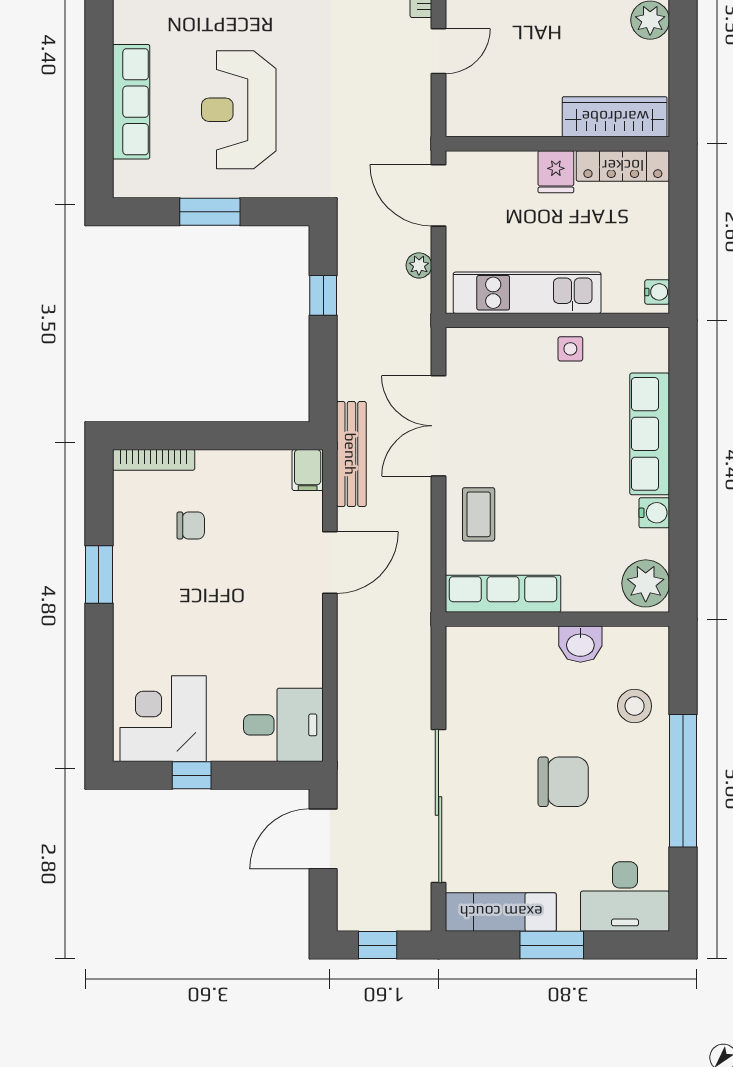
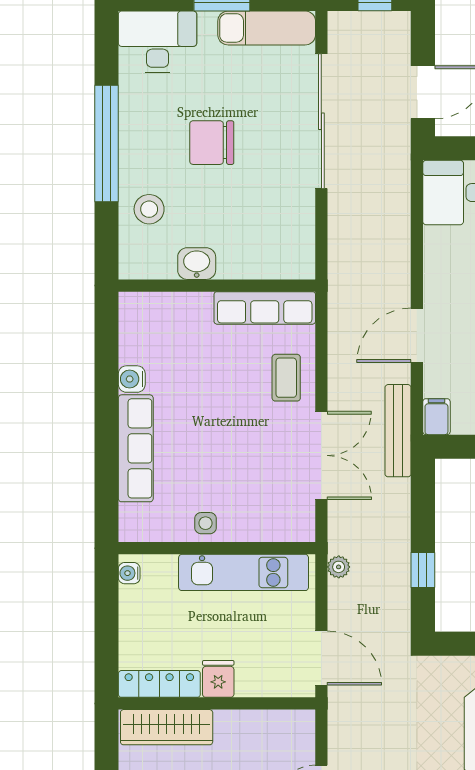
plant: (419, 265) -> (339, 567), moved
plant: (646, 583) -> (139, 317), removed

